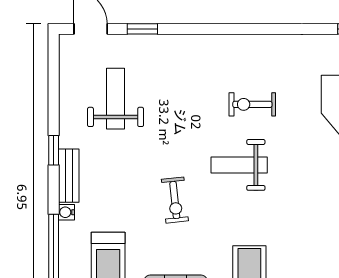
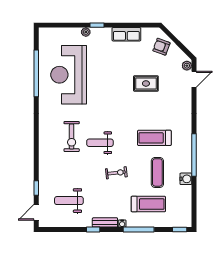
exercise bike: (252, 104) -> (72, 137), width x1.38, depth x1.39
weight bench: (239, 165) -> (100, 143), turned 90

